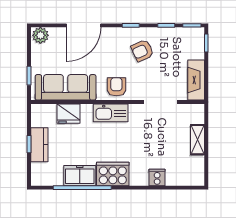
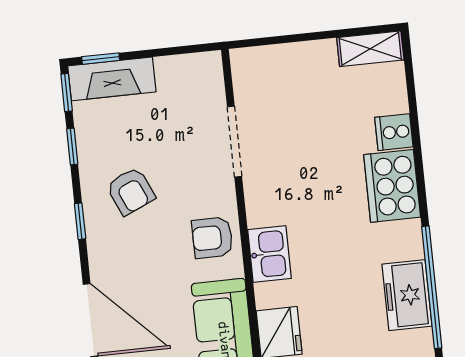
fireplace: (196, 80) -> (112, 79), moved
kitchen sink: (111, 113) -> (269, 254), width x0.73
shelving: (198, 140) -> (370, 49), moved
cooker: (113, 174) -> (392, 186), moved

